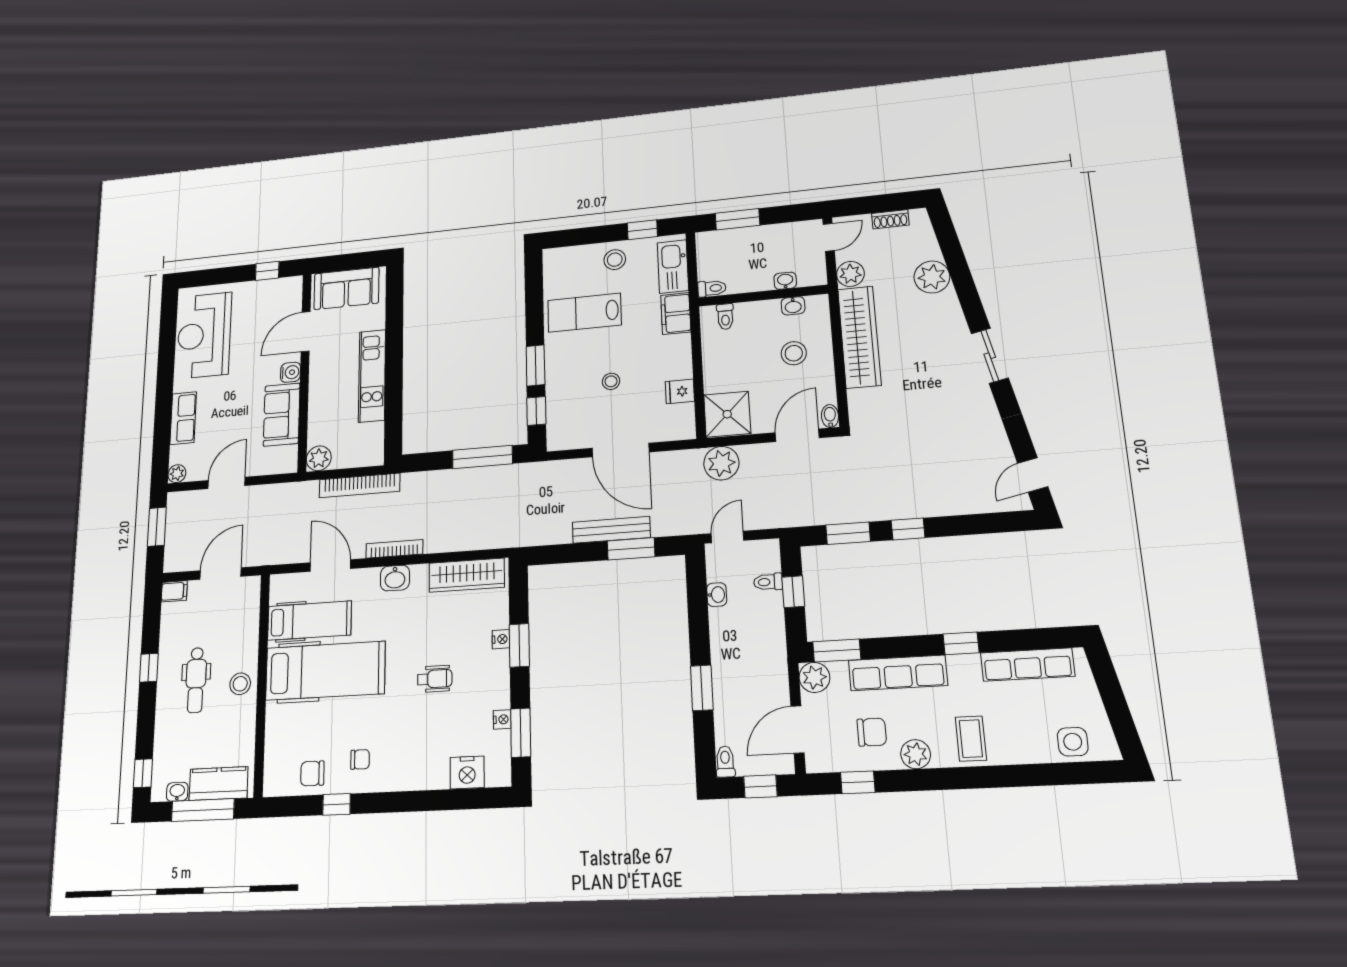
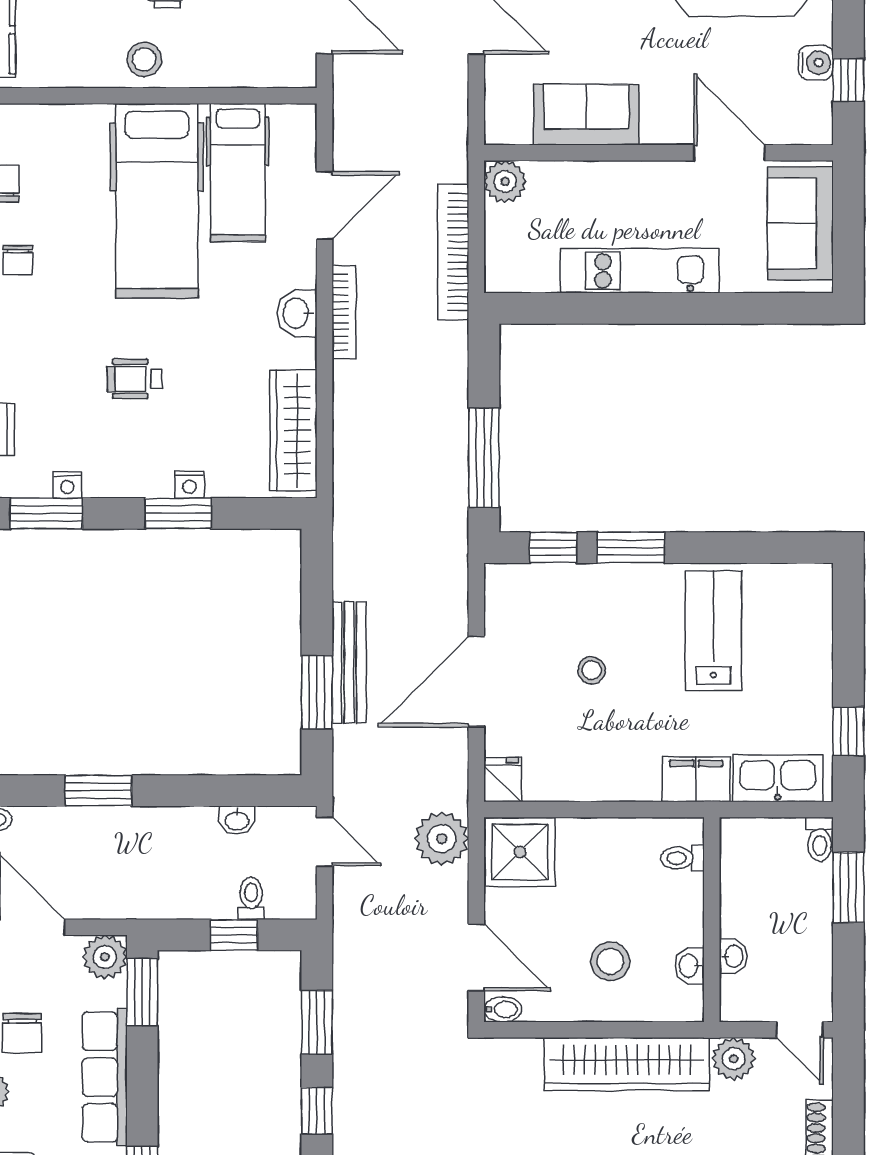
stool: (615, 260) -> (801, 684), removed
toilet: (712, 288) -> (820, 839), moved
water cooler: (290, 372) -> (816, 63), moved, turned -90
fridge: (680, 391) -> (503, 780), moved
wheelchair: (435, 679) -> (135, 379), turned 90

